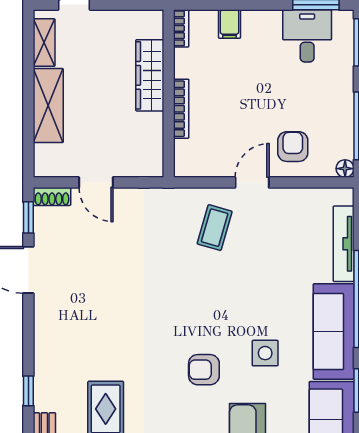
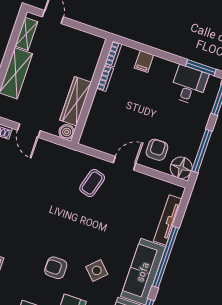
wardrobe: (150, 75) -> (76, 101), moved
bookcase: (181, 109) -> (105, 78), moved, width x0.64
boiler: (152, 166) -> (67, 132), added
floor lamp: (345, 169) -> (181, 168), width x1.89, depth x1.89
side table: (265, 353) -> (97, 270), turned 45

